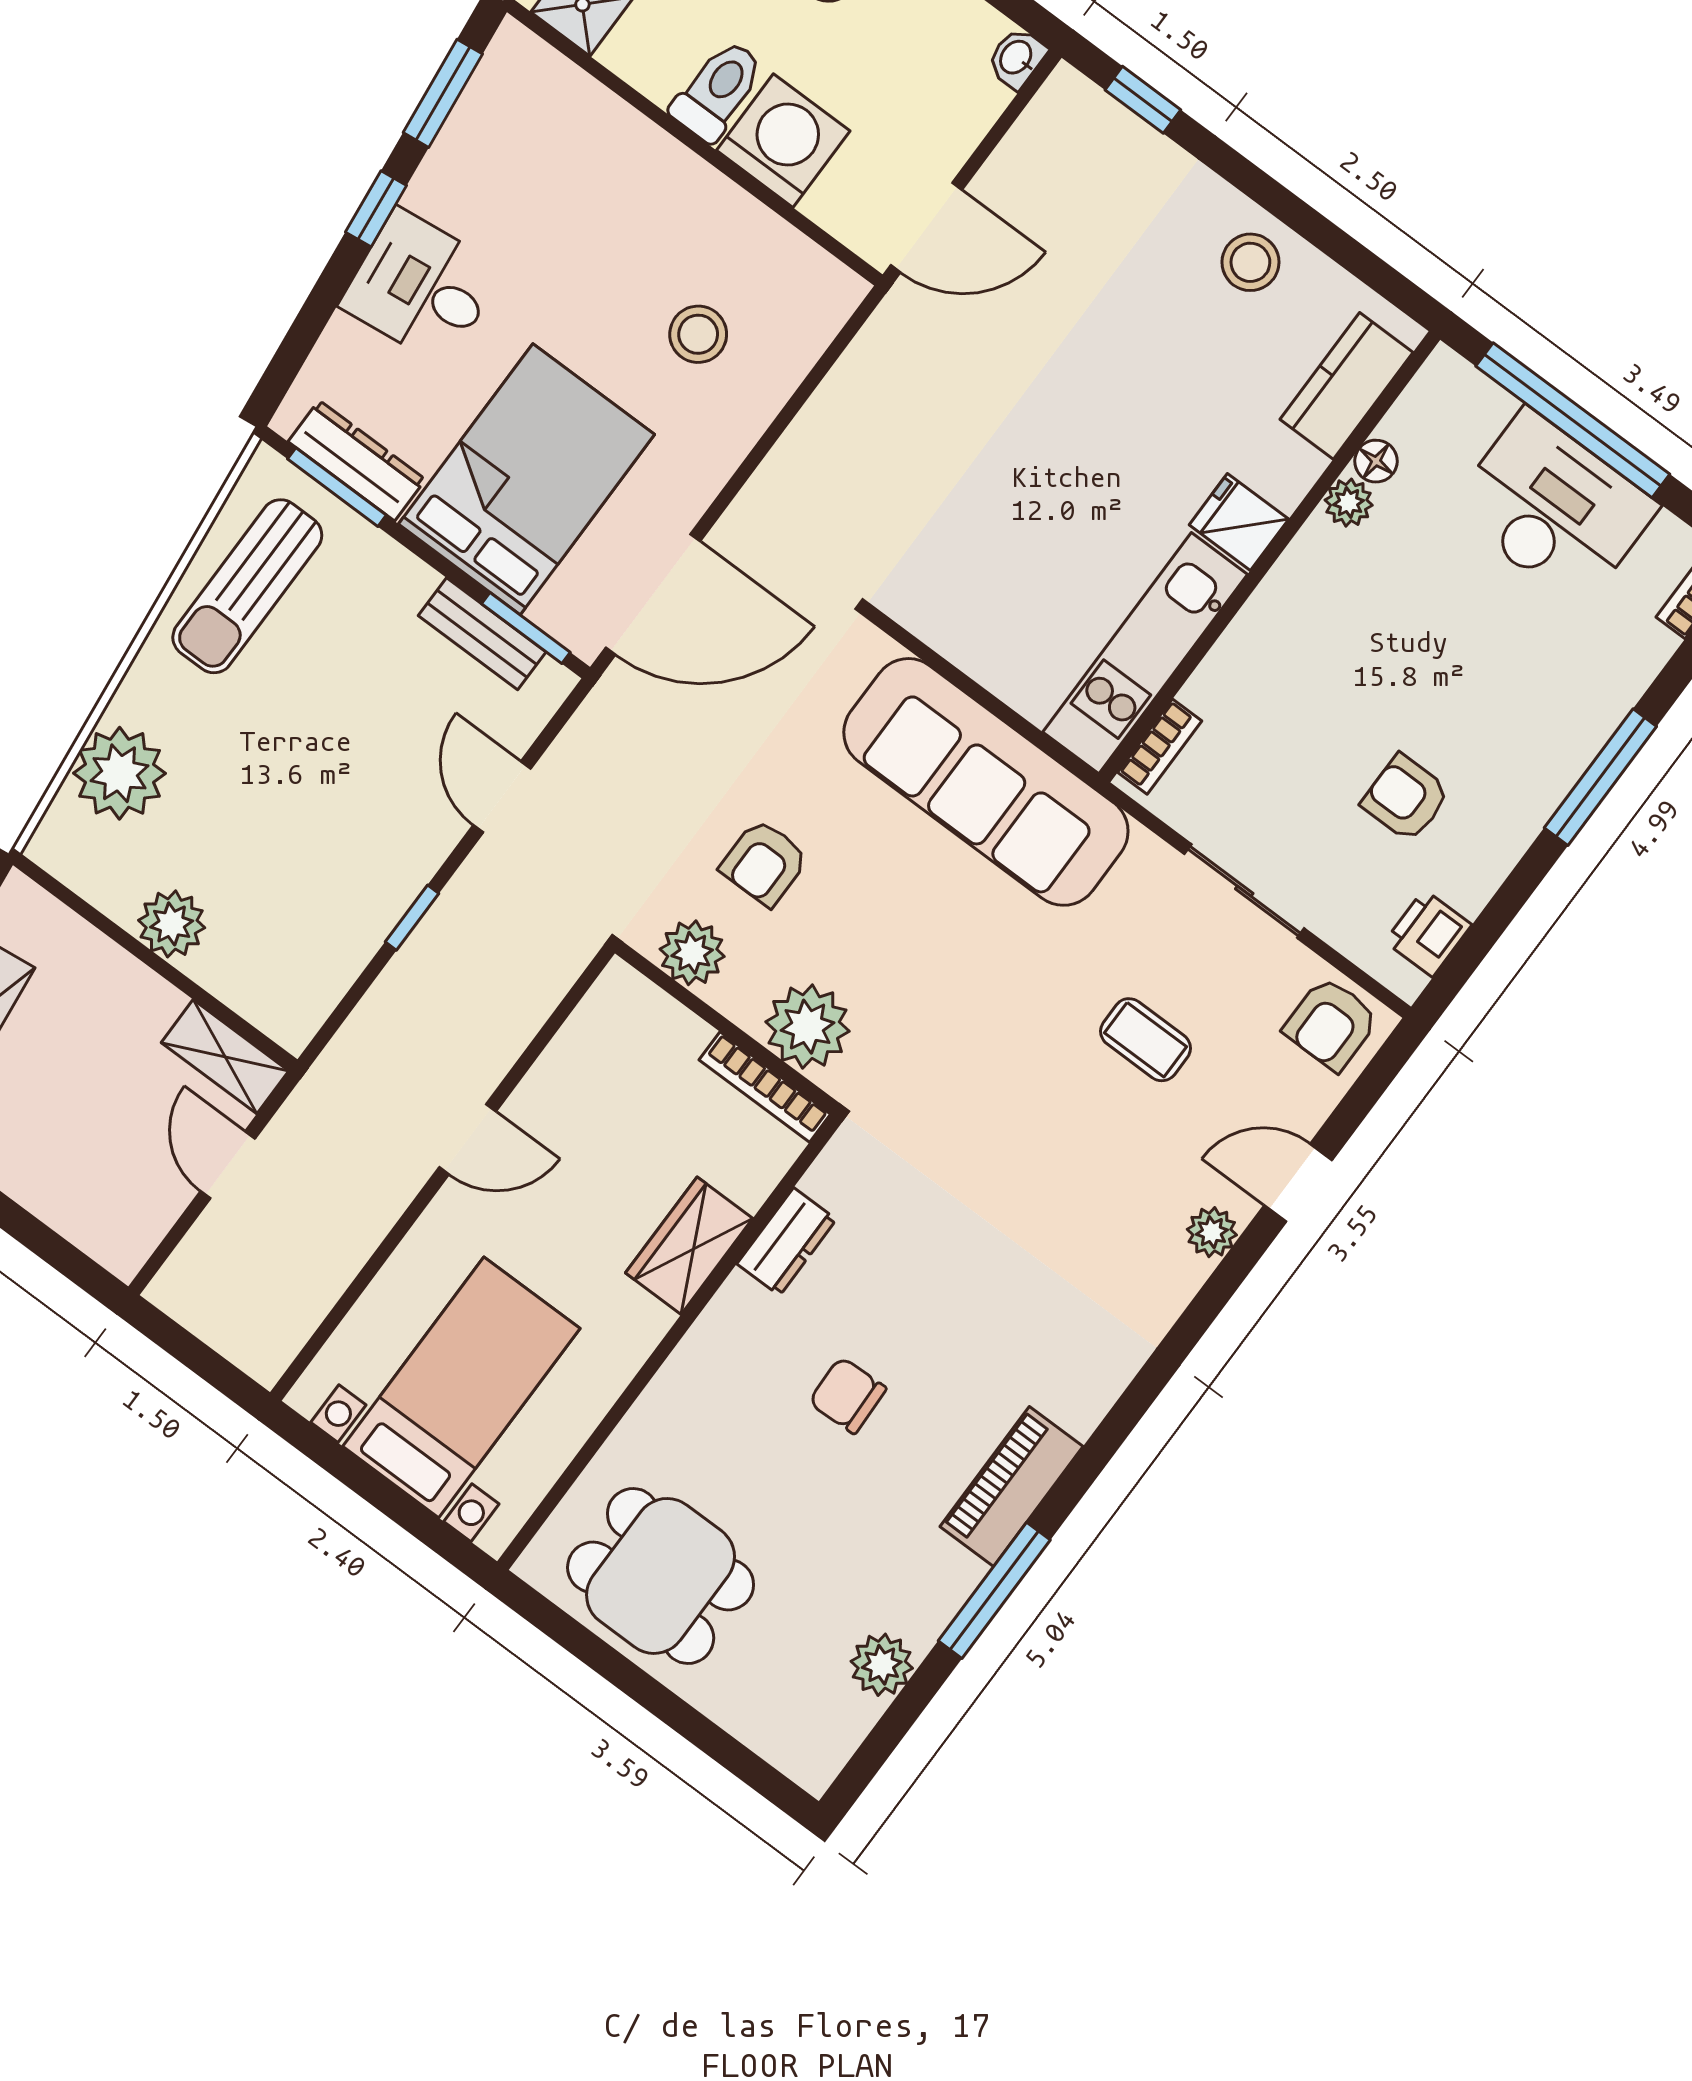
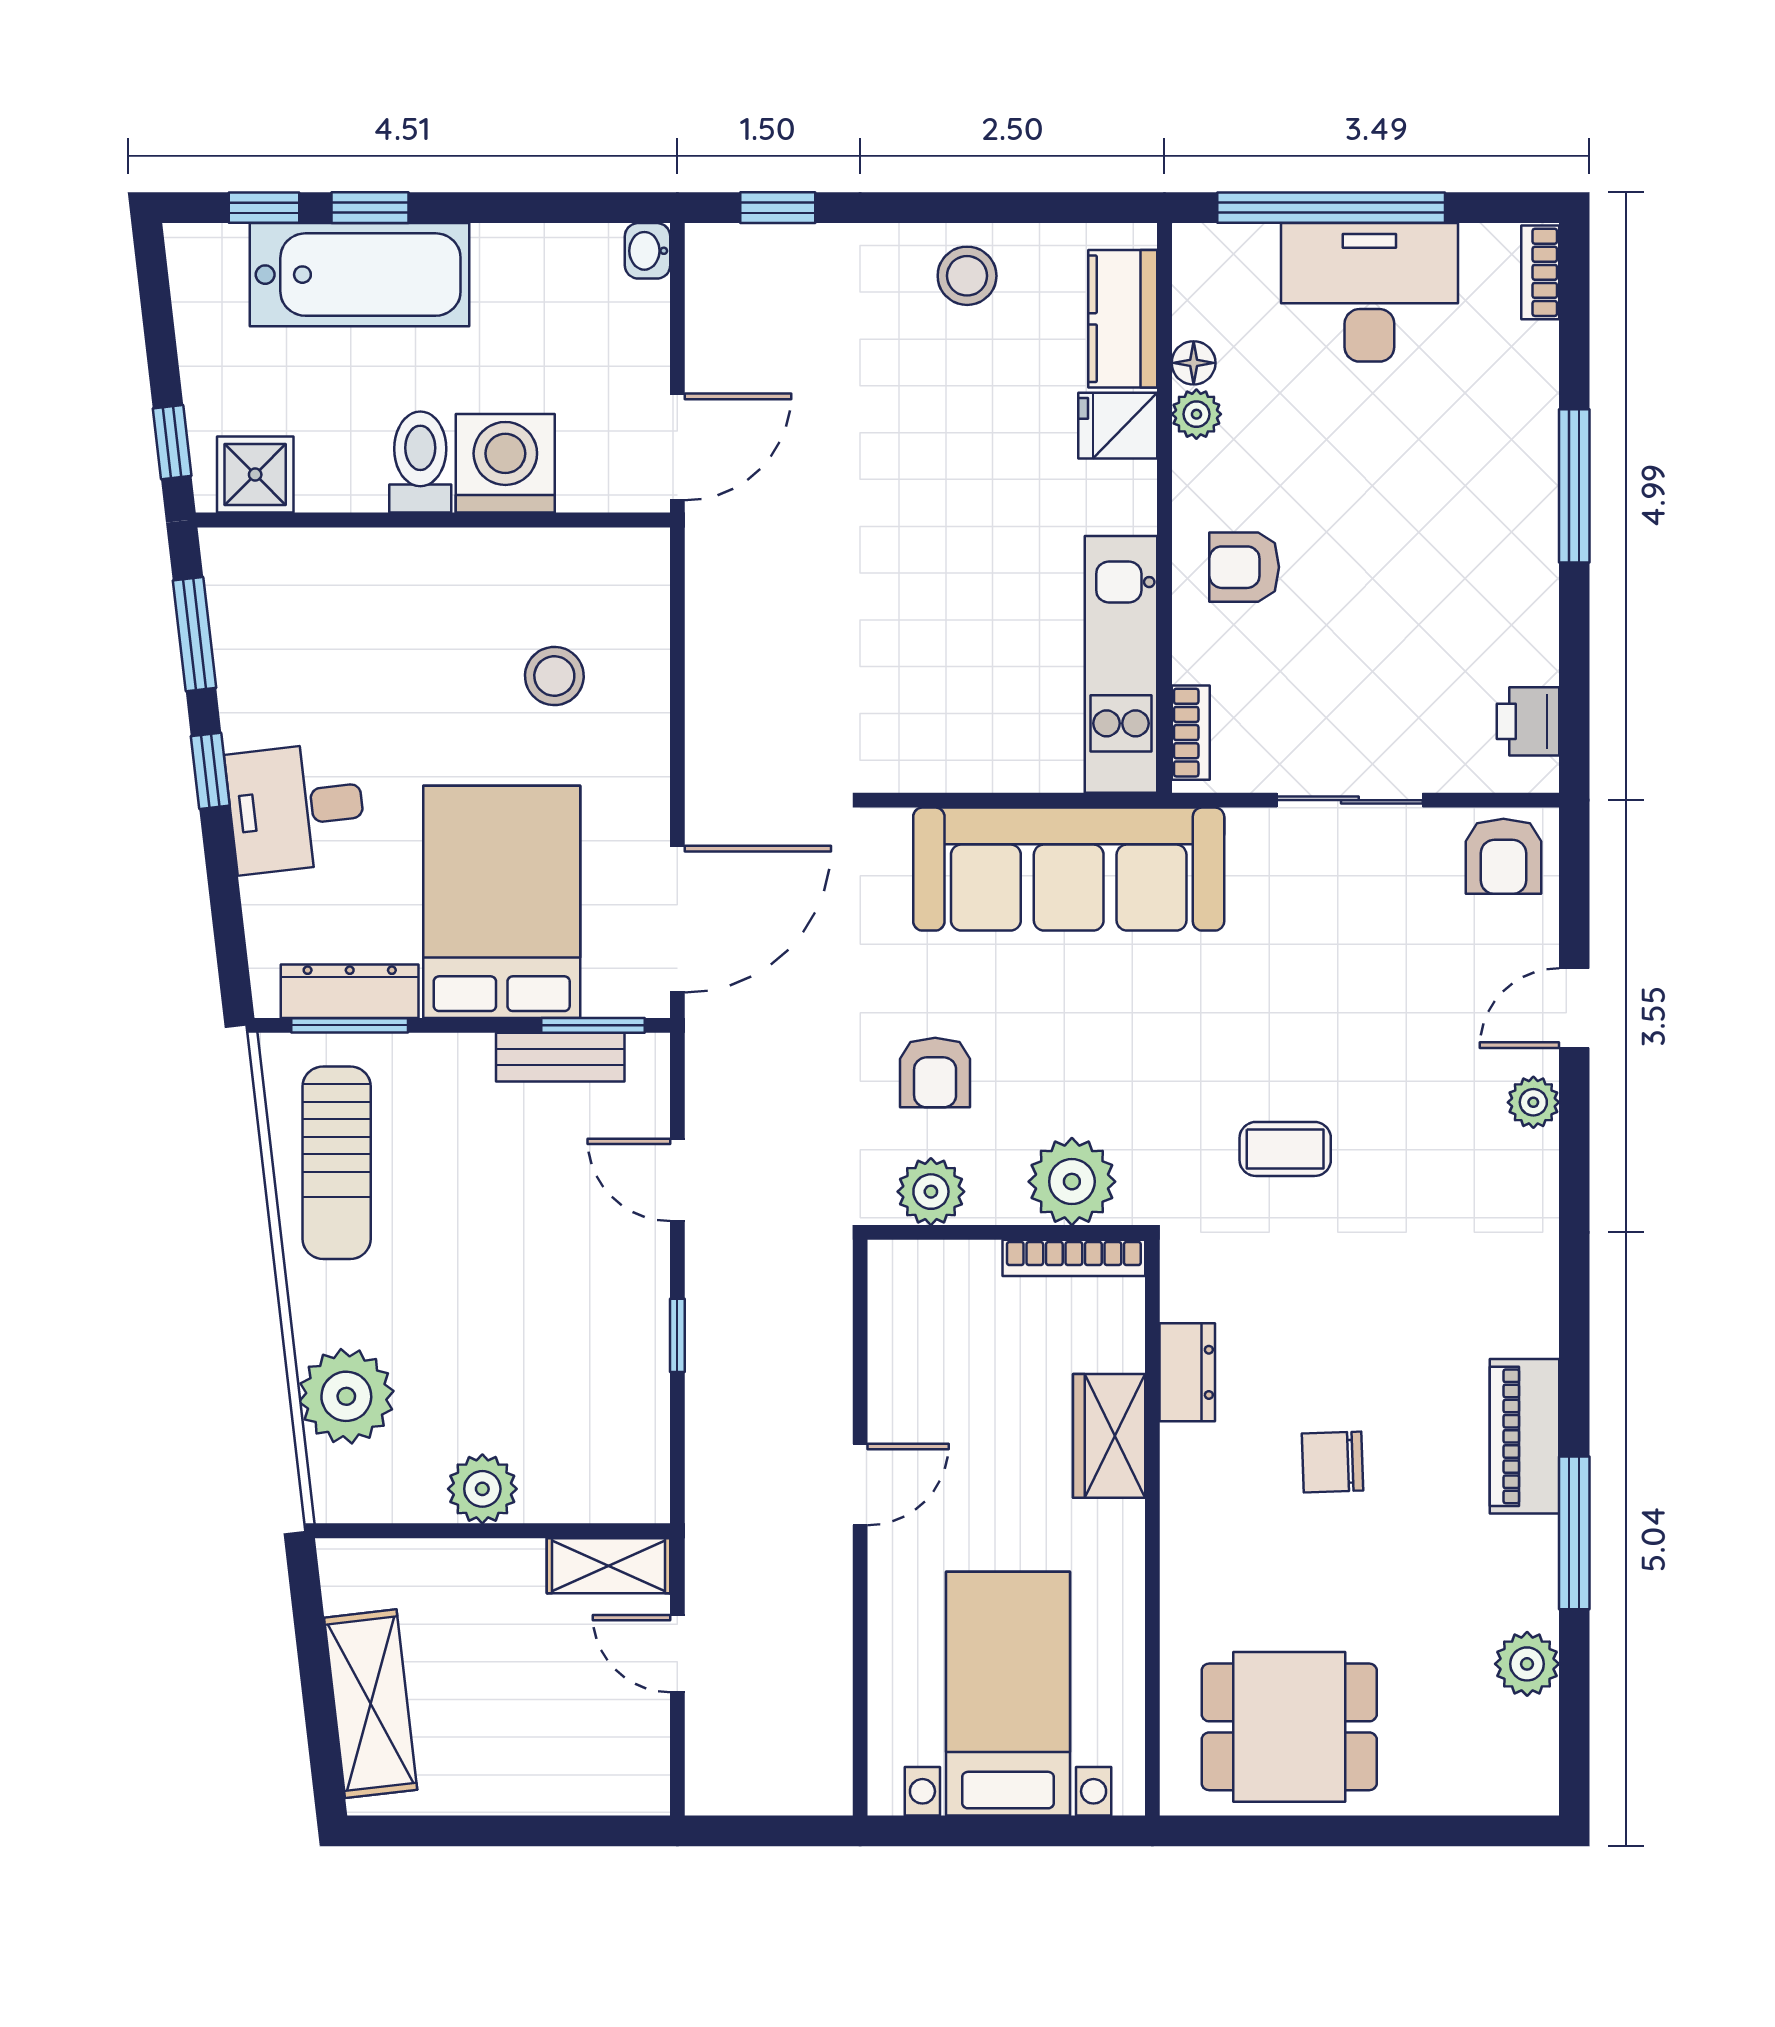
fridge: (1239, 522) -> (1118, 426), moved
armchair: (1406, 798) -> (1244, 567), moved
coffee table: (1146, 1040) -> (1285, 1149), moved

